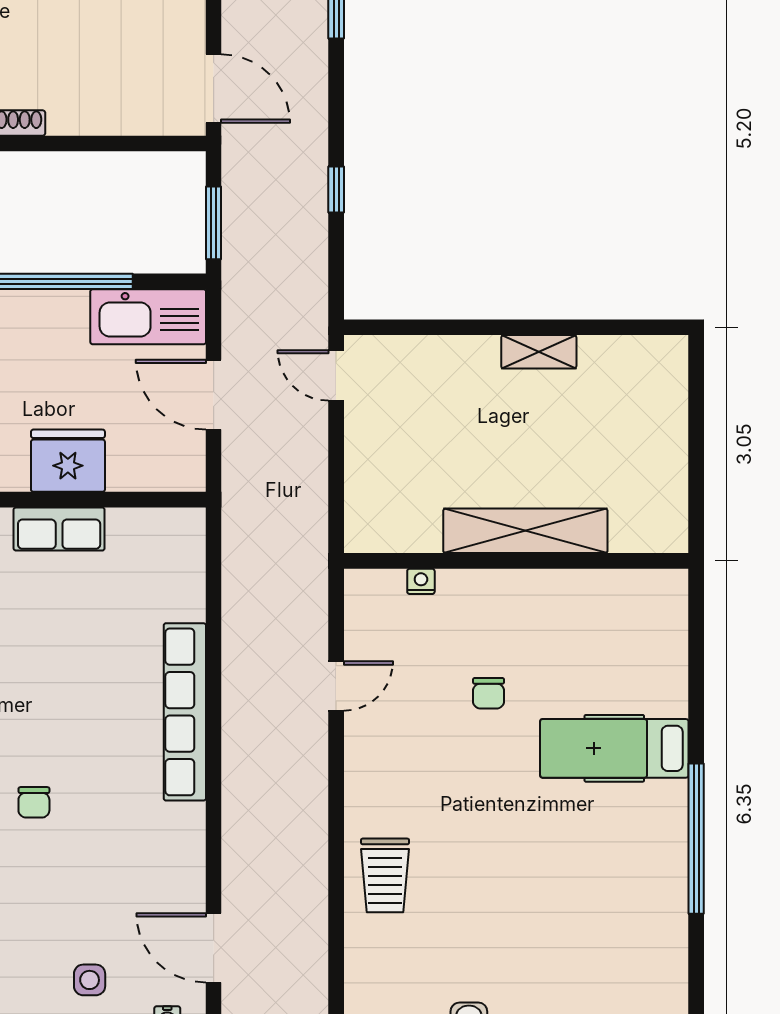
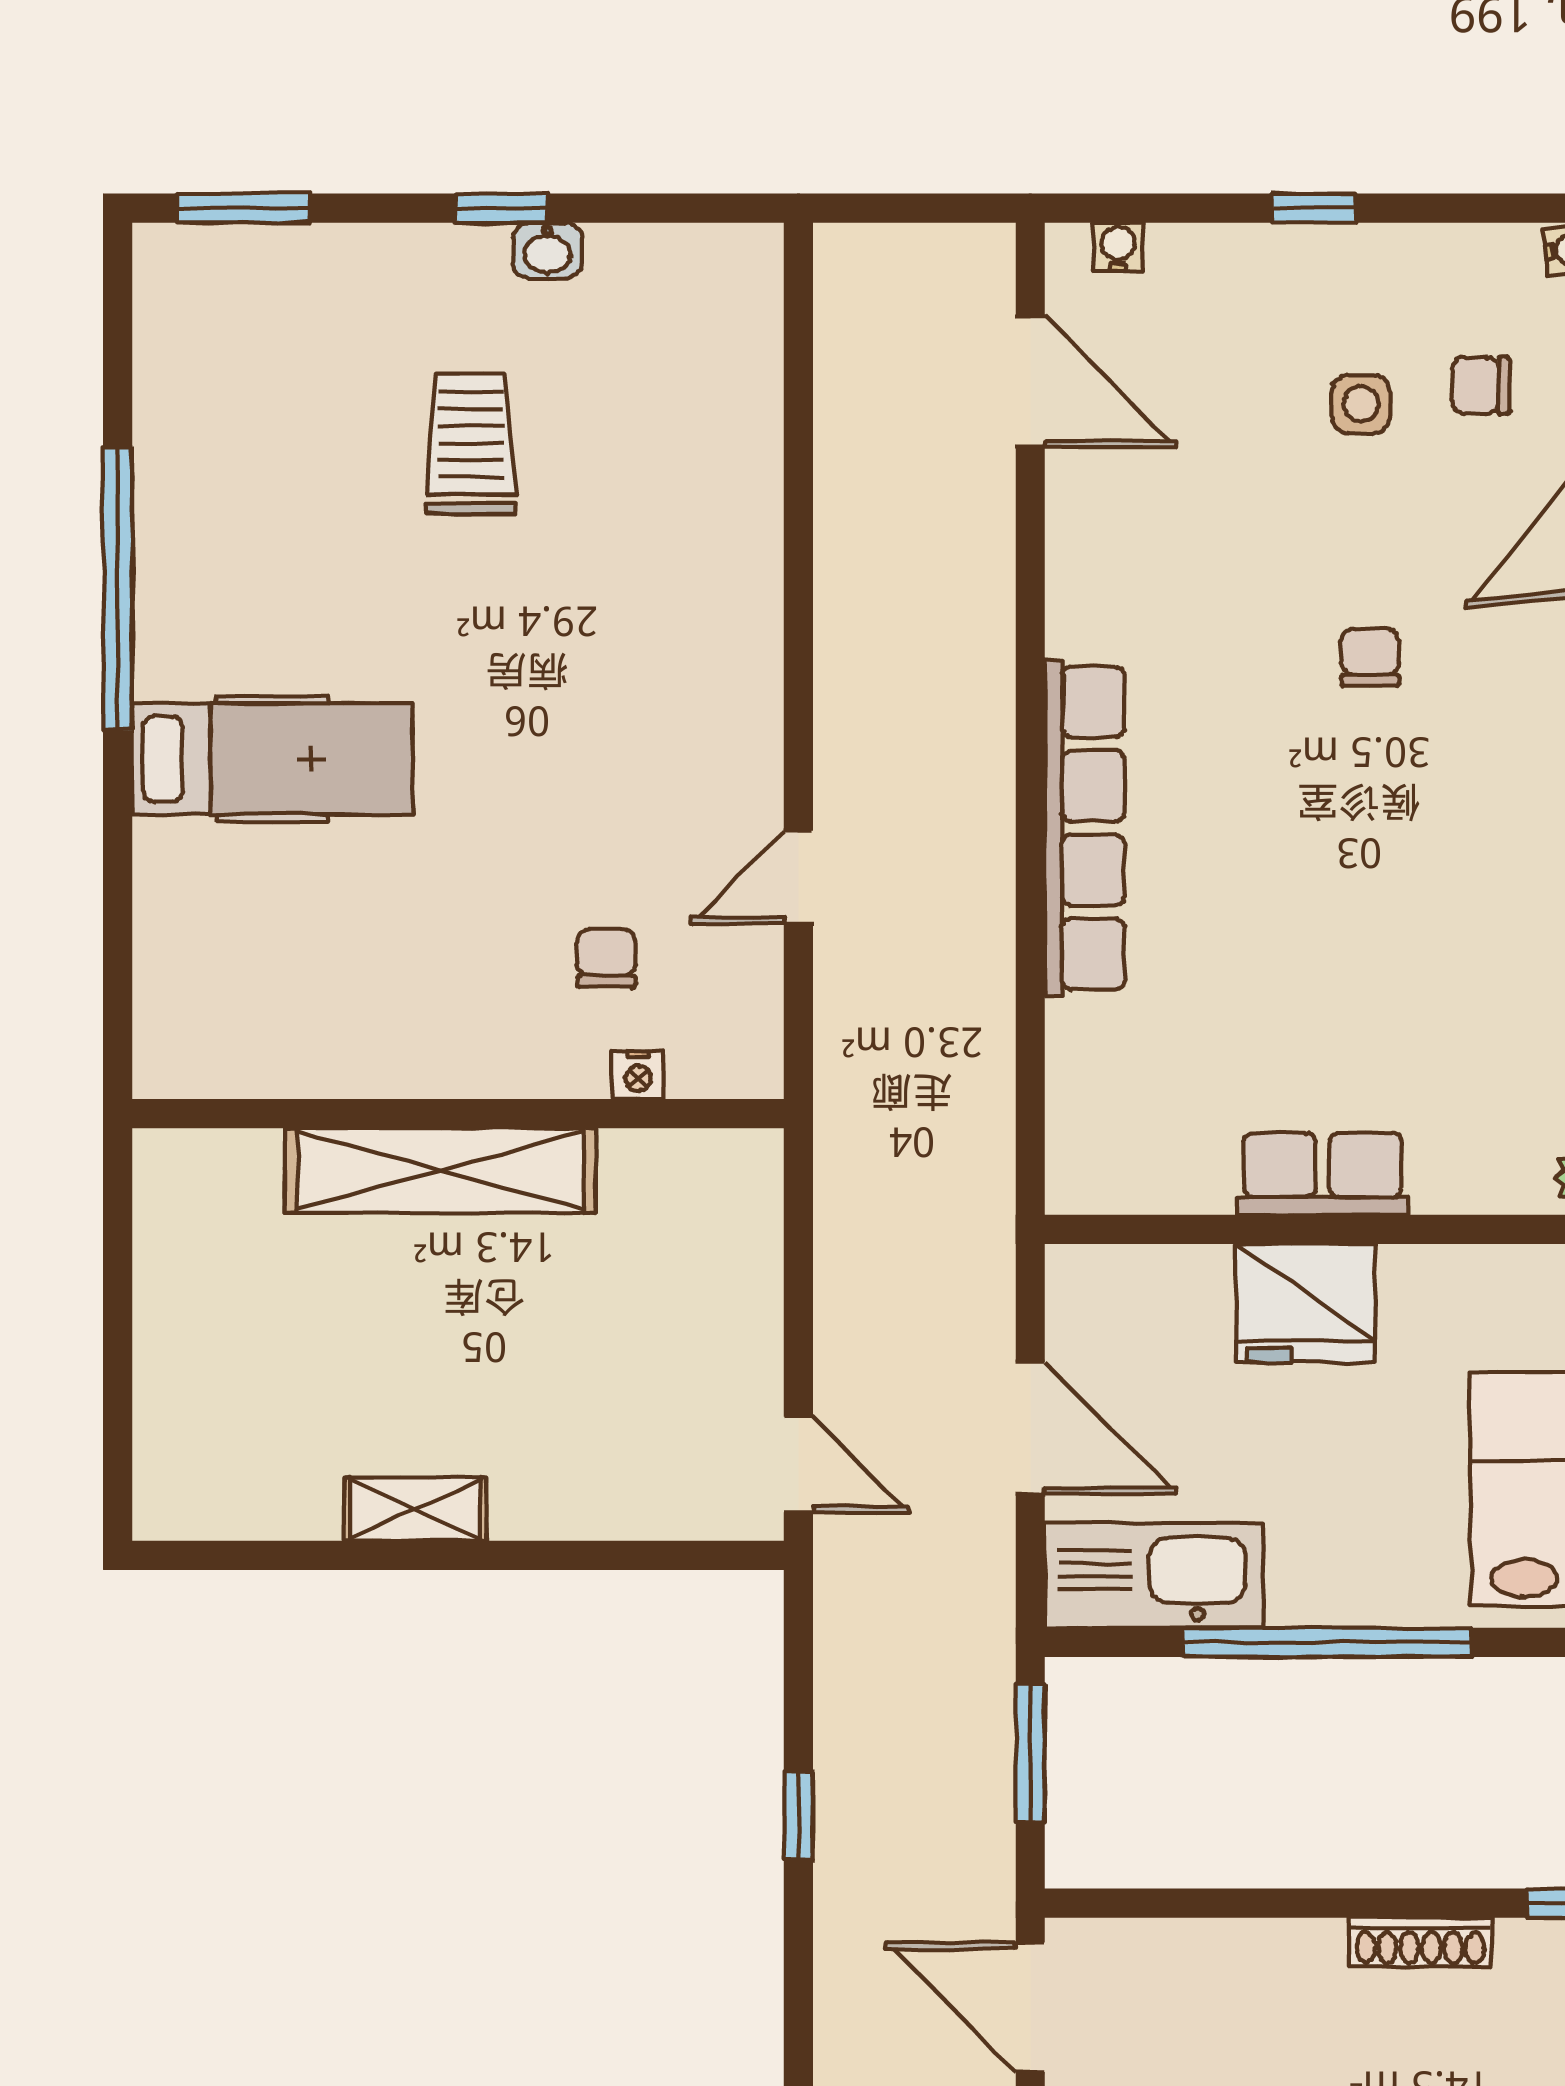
chair: (489, 693) -> (606, 958), moved
trolley: (385, 875) -> (471, 444), moved
side table: (90, 980) -> (1361, 404), moved

